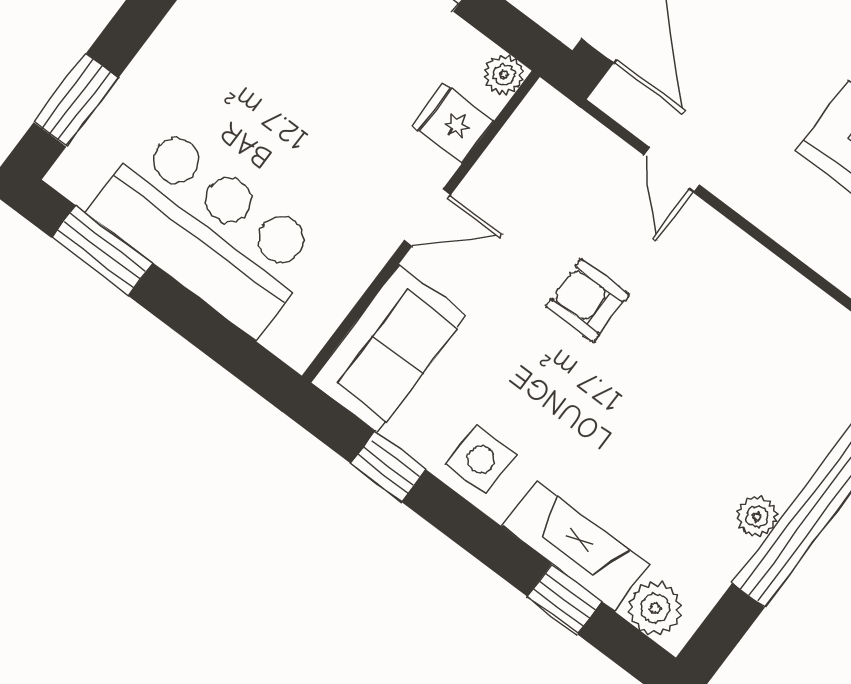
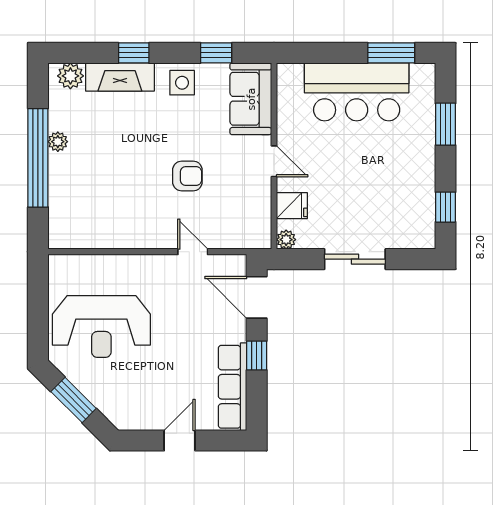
window: (76, 100) -> (445, 124), moved
door: (427, 218) -> (274, 161), swing flipped
window: (564, 599) -> (134, 53), moved

